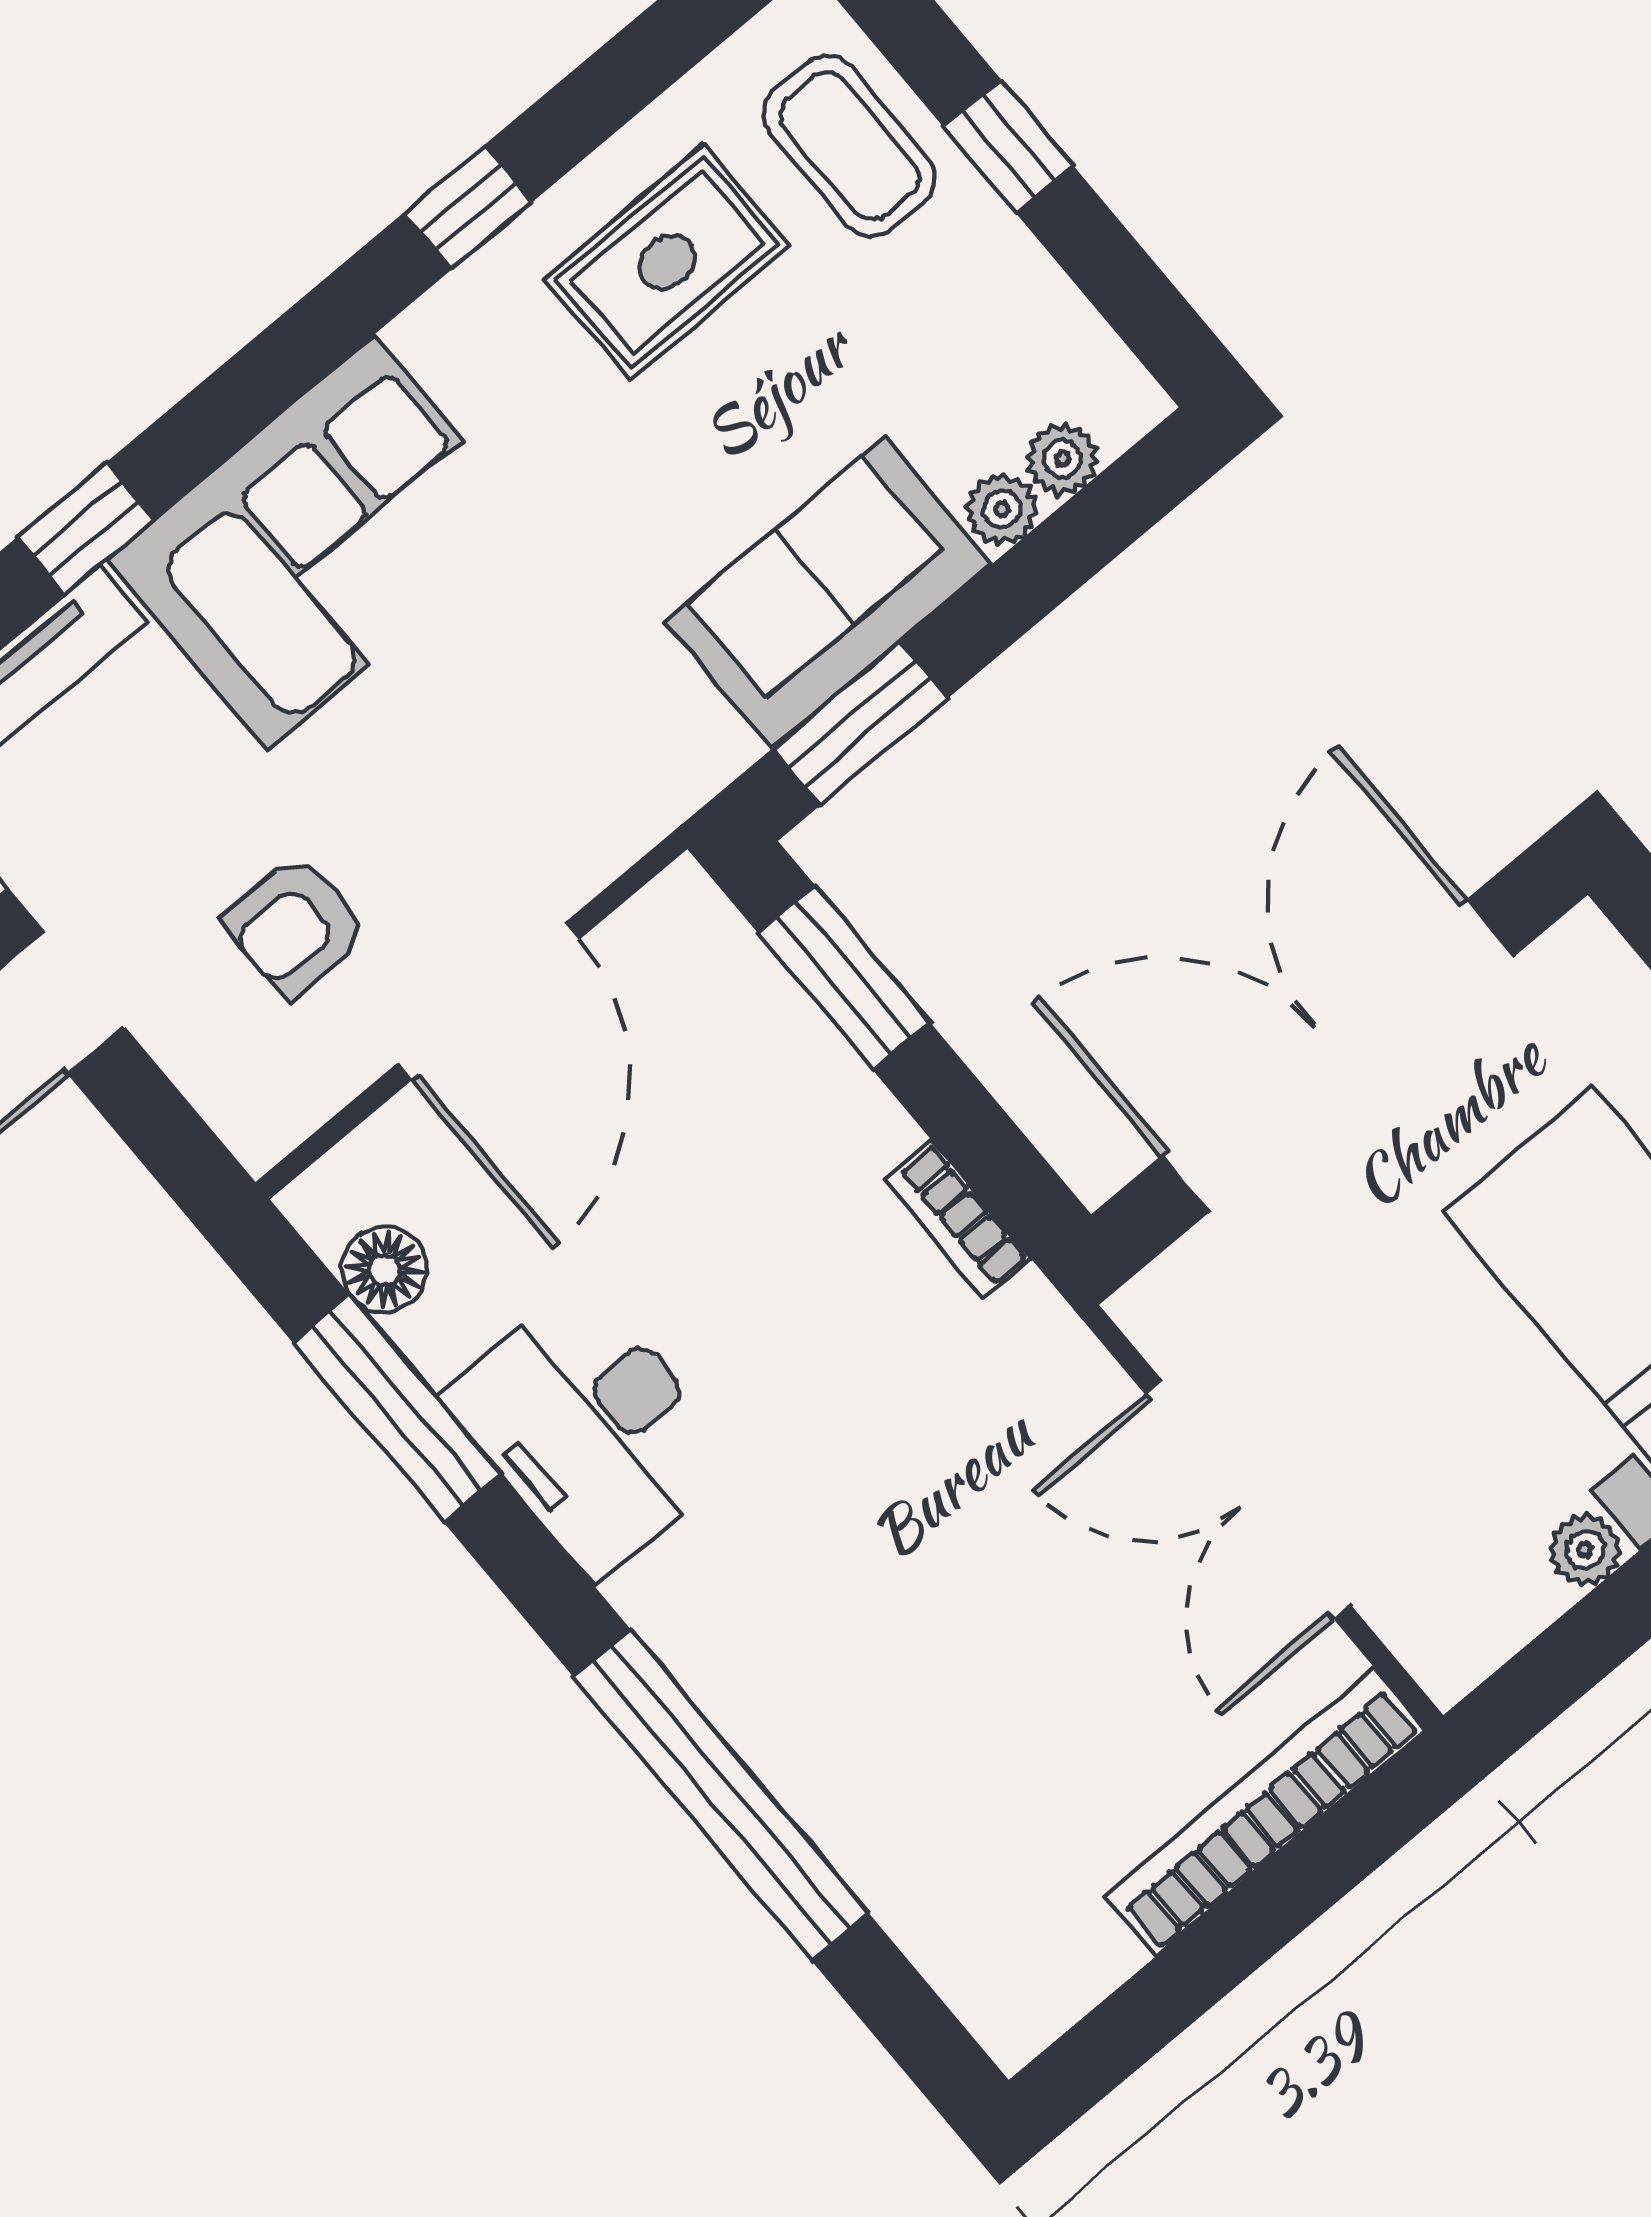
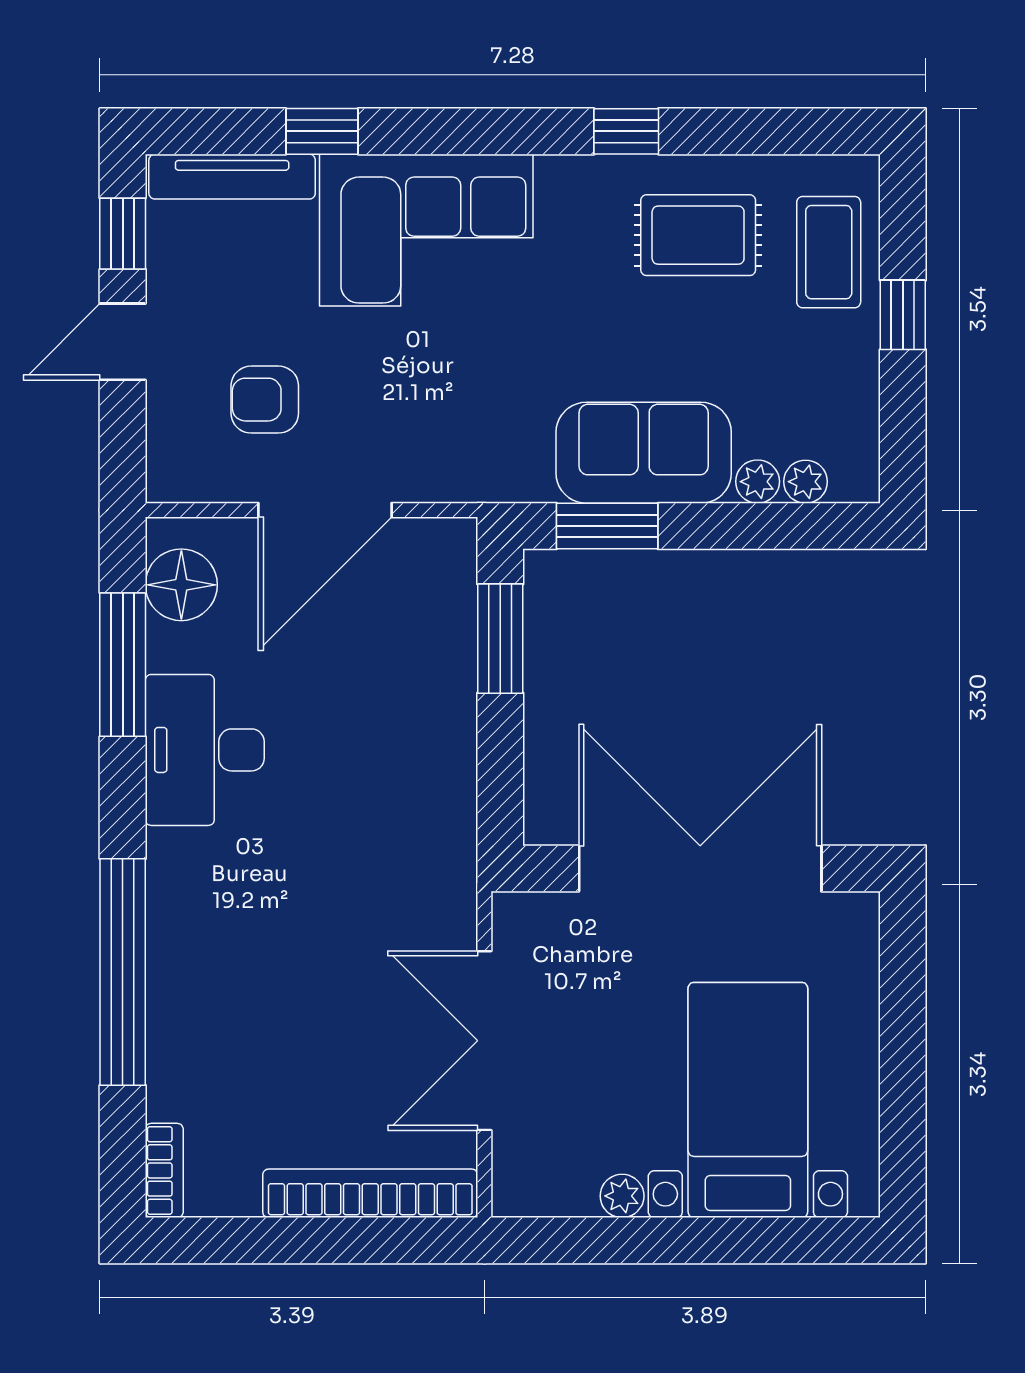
bookcase: (958, 1220) -> (164, 1170), moved, turned 180
floor lamp: (385, 1269) -> (181, 585), width x1.38, depth x1.38

